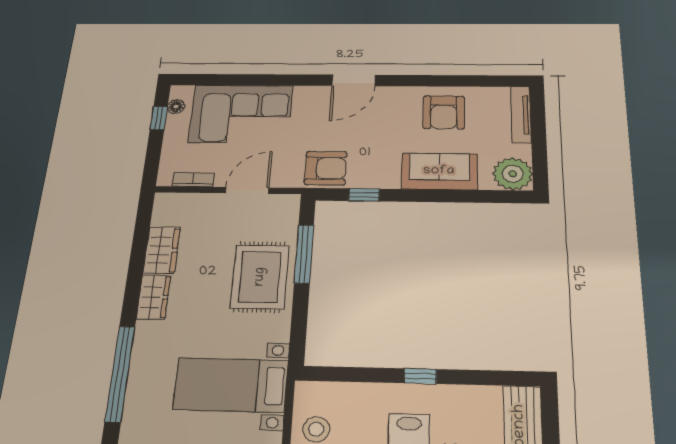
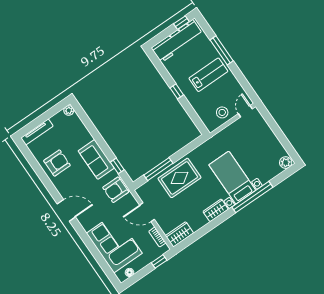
window: (159, 118) -> (159, 261), moved
armchair: (326, 168) -> (116, 190), turned -90
sofa: (439, 171) -> (96, 159), moved
plant: (513, 174) -> (69, 111), width x0.53, depth x0.53
wardrobe: (162, 250) -> (179, 234), moved
bed with nightstands: (231, 385) -> (232, 178), moved, turned 180

